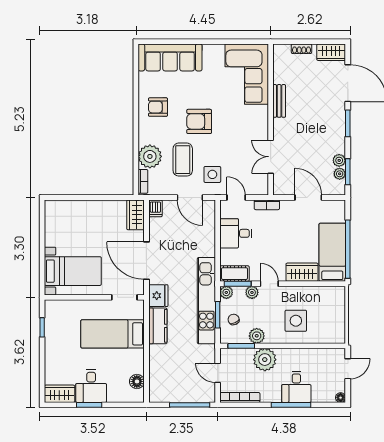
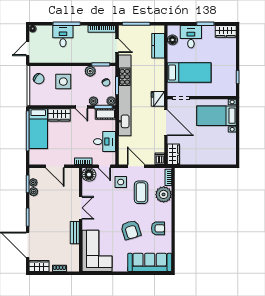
armchair: (199, 121) -> (131, 230), moved, turned 73
double door: (271, 157) -> (81, 208), moved
floor lamp: (258, 185) -> (89, 175), added
kitchen unit: (206, 301) -> (125, 95), width x1.36
chair: (332, 325) -> (39, 79), added
kitchen counter: (158, 326) -> (158, 46), moved
plant: (265, 360) -> (85, 55), removed
desk: (91, 386) -> (191, 37), moved

